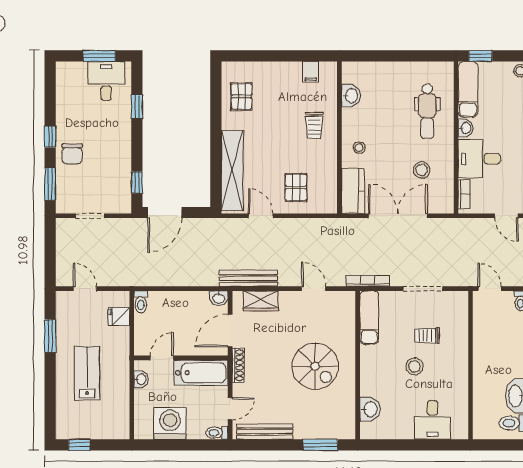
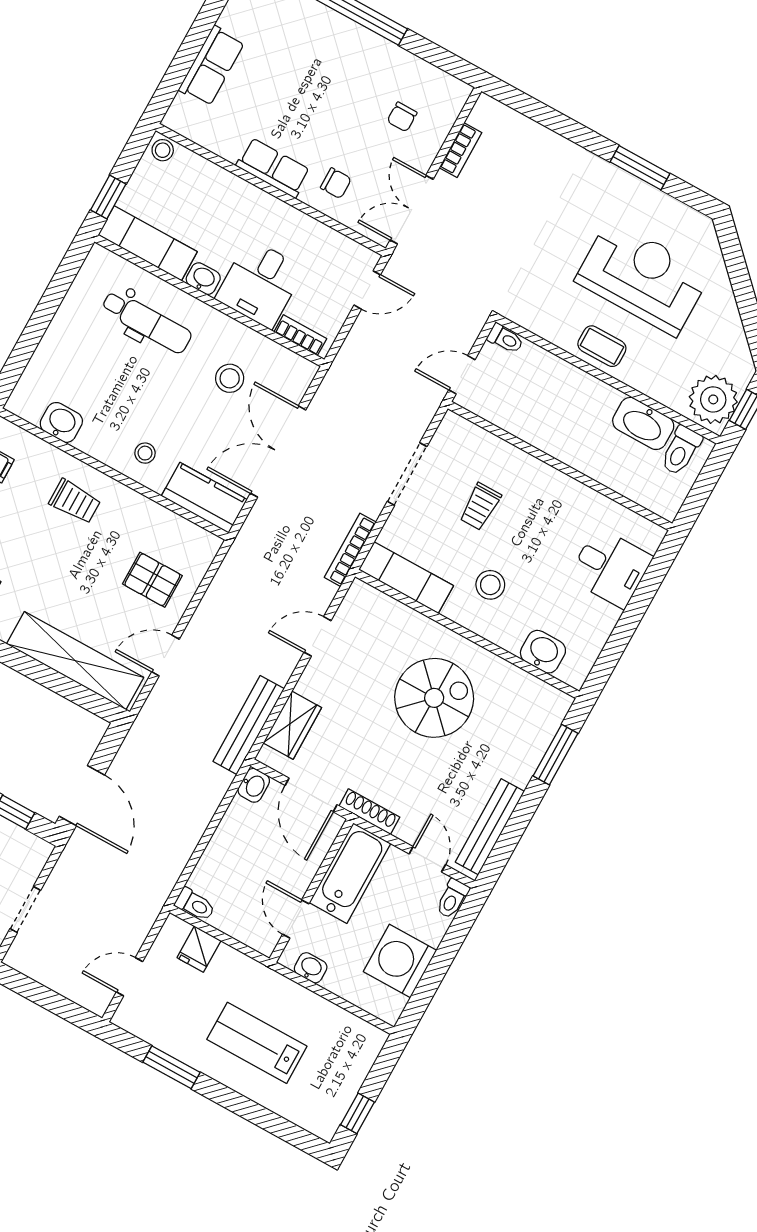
stool: (414, 366) -> (490, 585), moved

